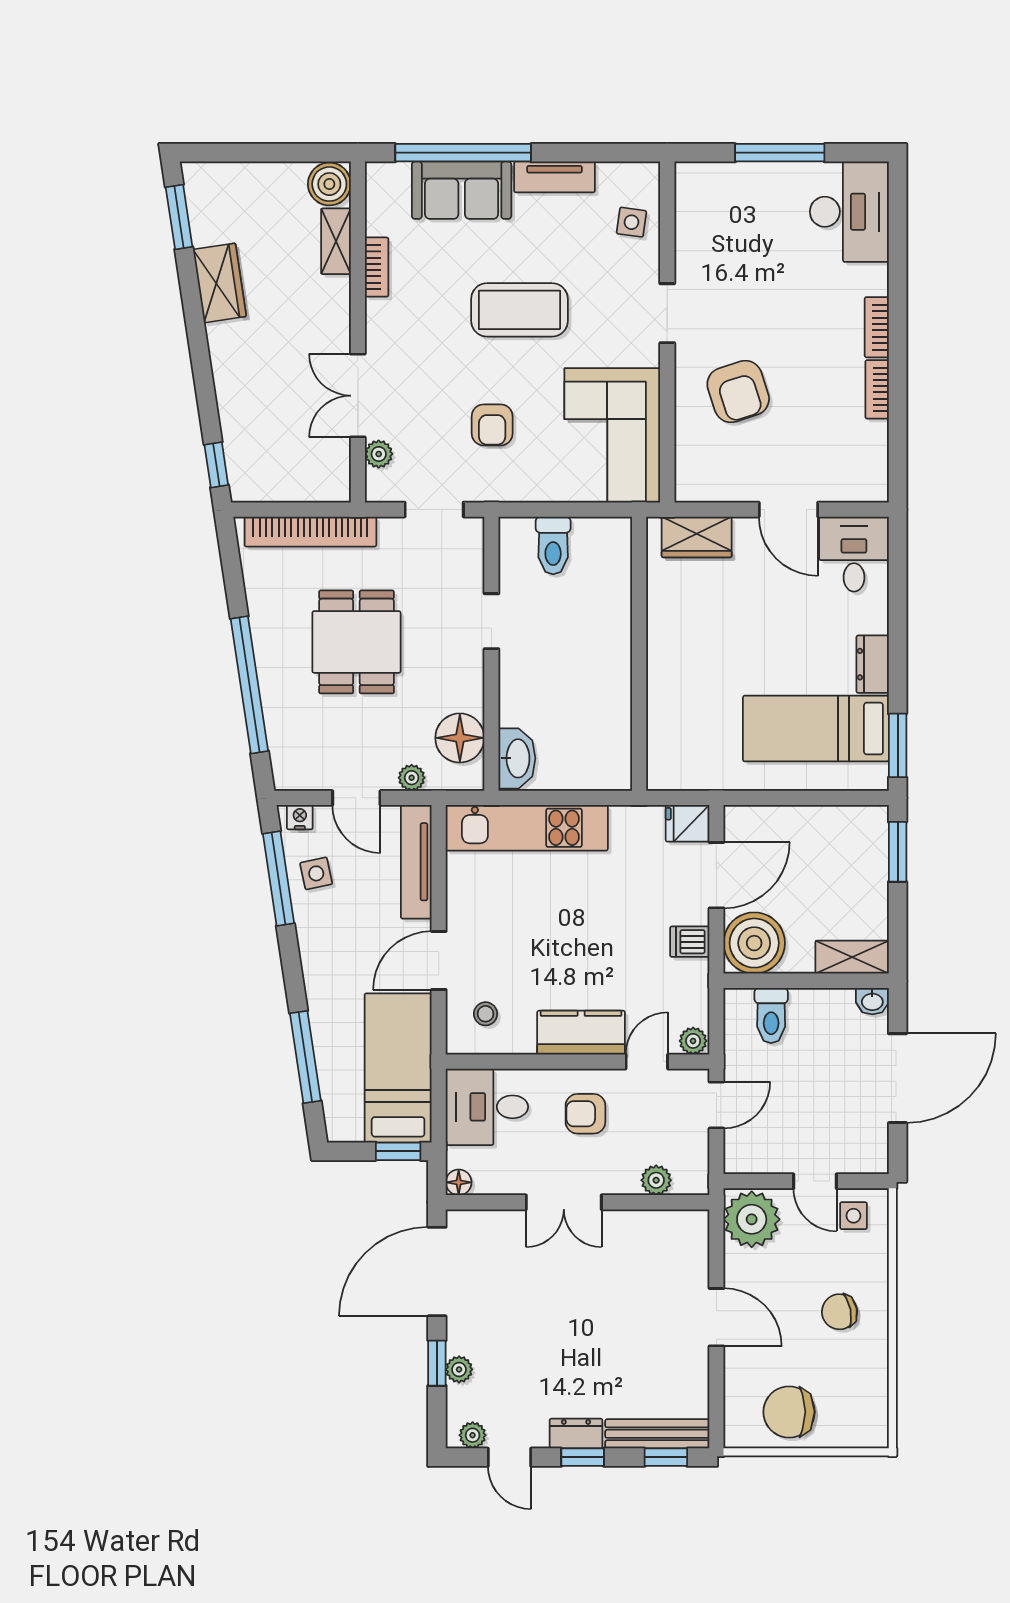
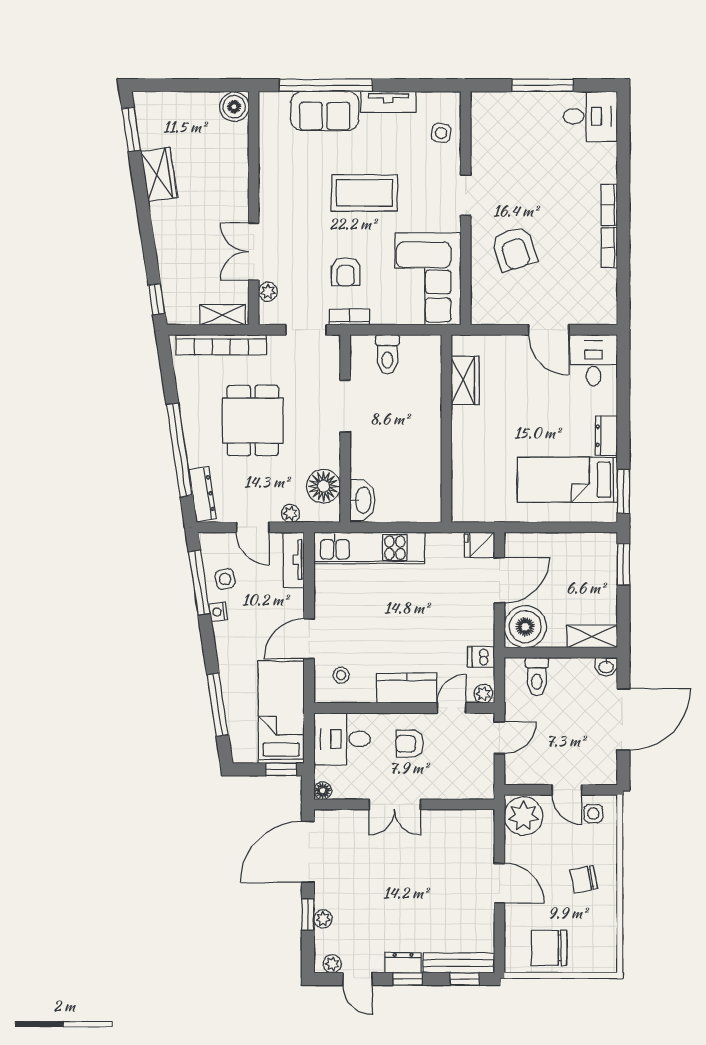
desk: (849, 212) -> (590, 116), width x0.73
shelving: (336, 241) -> (223, 315), moved, turned 90
bookcase: (377, 267) -> (349, 317), moved, turned -90
wardrobe: (697, 537) -> (465, 380), moved, turned -90
doorway: (491, 621) -> (345, 406), width x1.38
dresser: (283, 750) -> (203, 494), added
nightstand: (300, 817) -> (218, 612), moved, turned -99
tv unit: (416, 862) -> (294, 560), width x0.71
dishwasher: (690, 942) -> (481, 657), moved
plant: (656, 1180) -> (458, 789), removed

